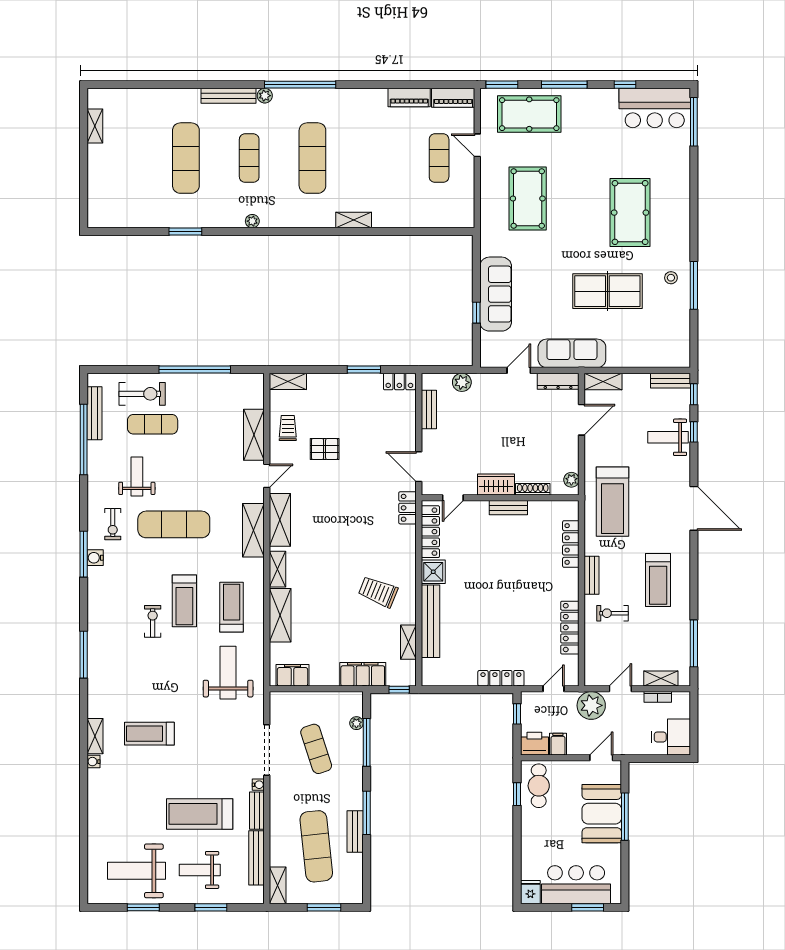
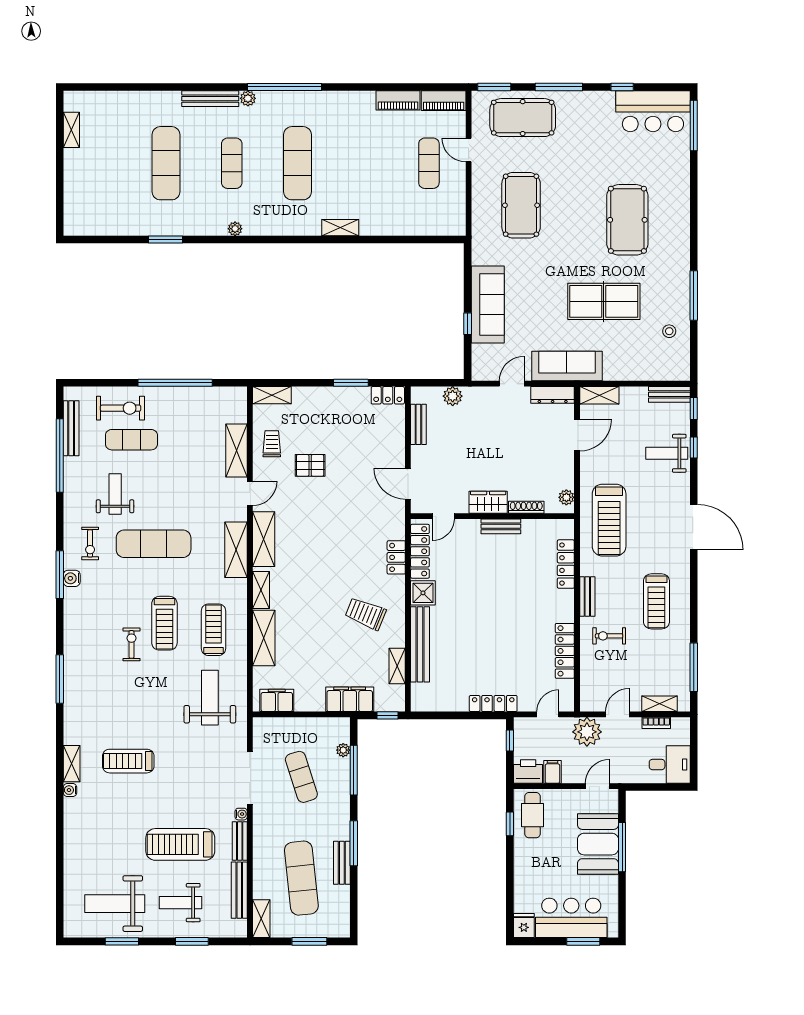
stool: (671, 278) -> (669, 331), moved
locker: (408, 508) -> (396, 557), moved

